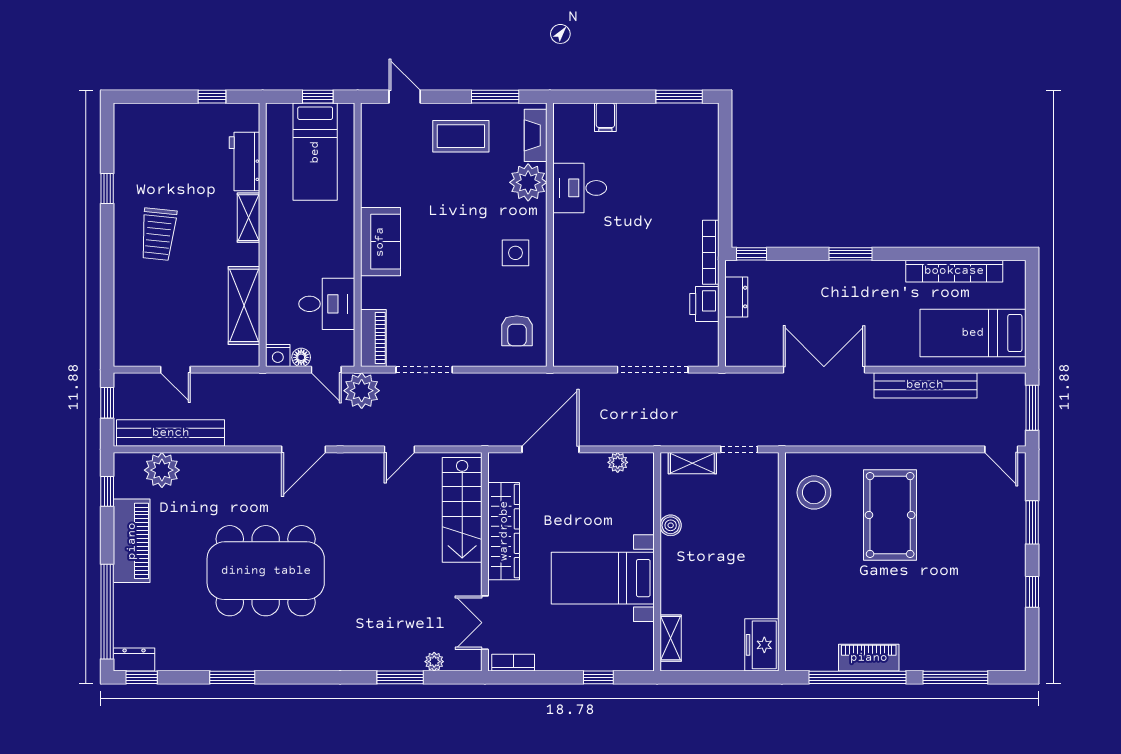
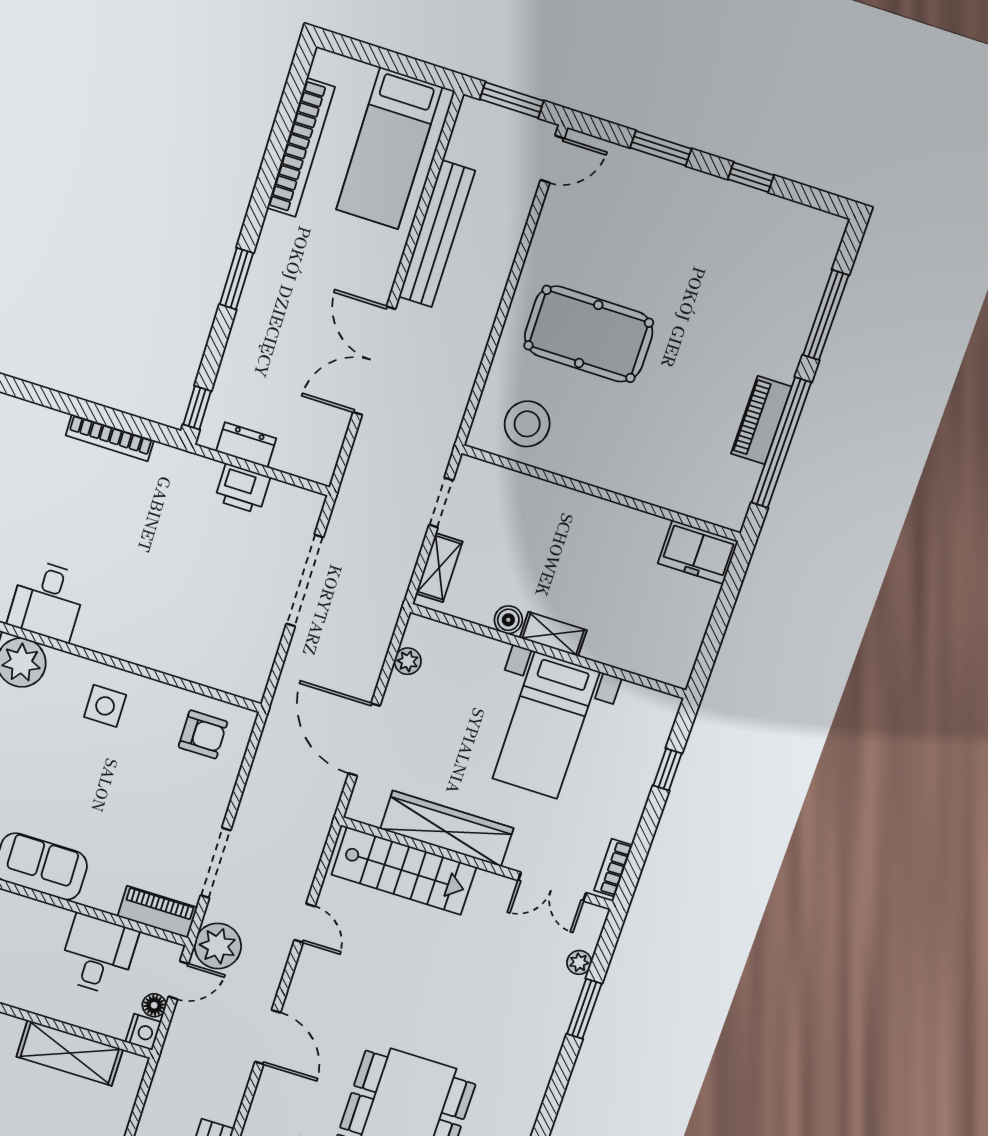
bookcase: (711, 252) -> (110, 438), moved
shelving: (671, 638) -> (553, 634), moved

